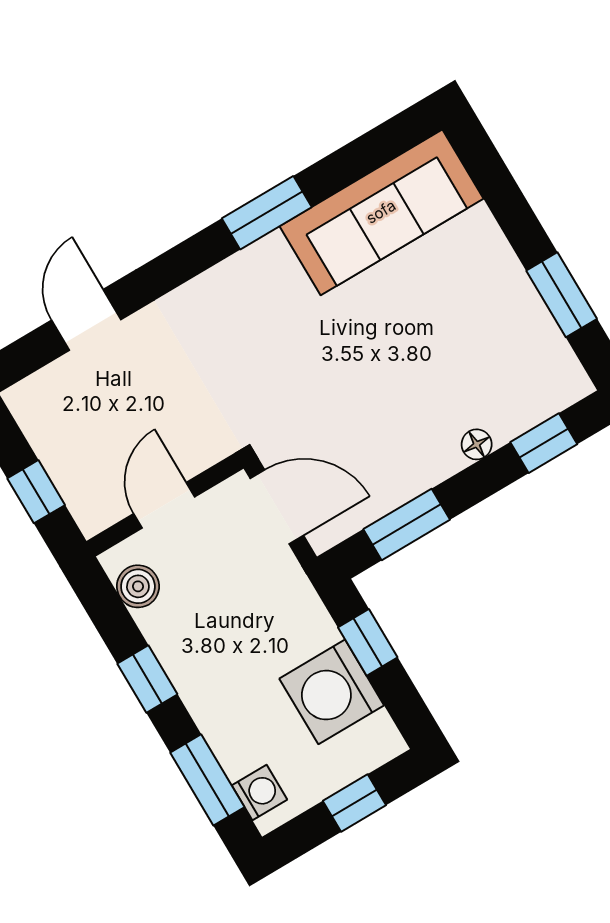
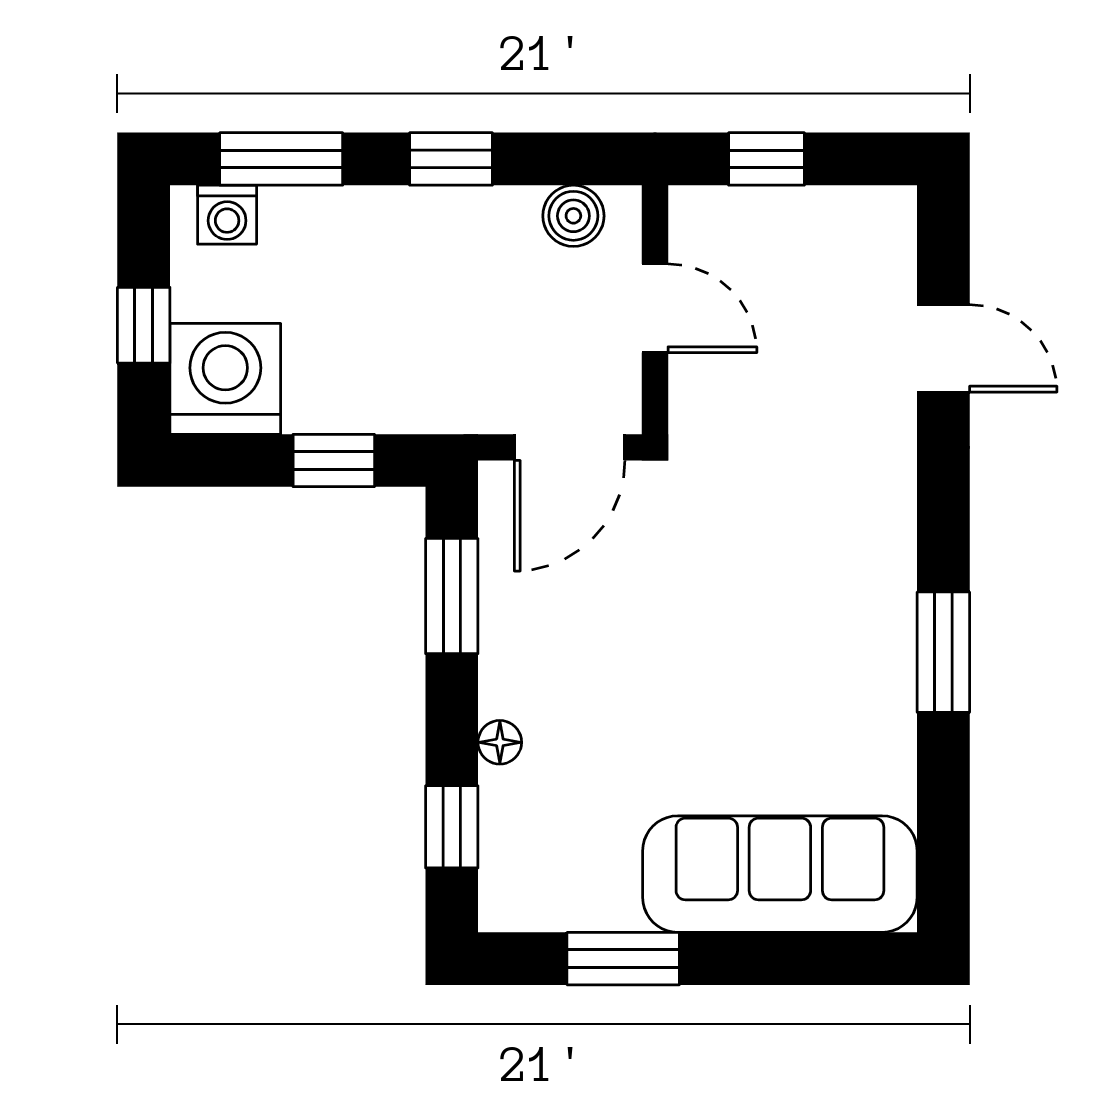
sofa: (381, 212) -> (780, 874), moved, turned 90
washing machine: (332, 692) -> (225, 379), moved

